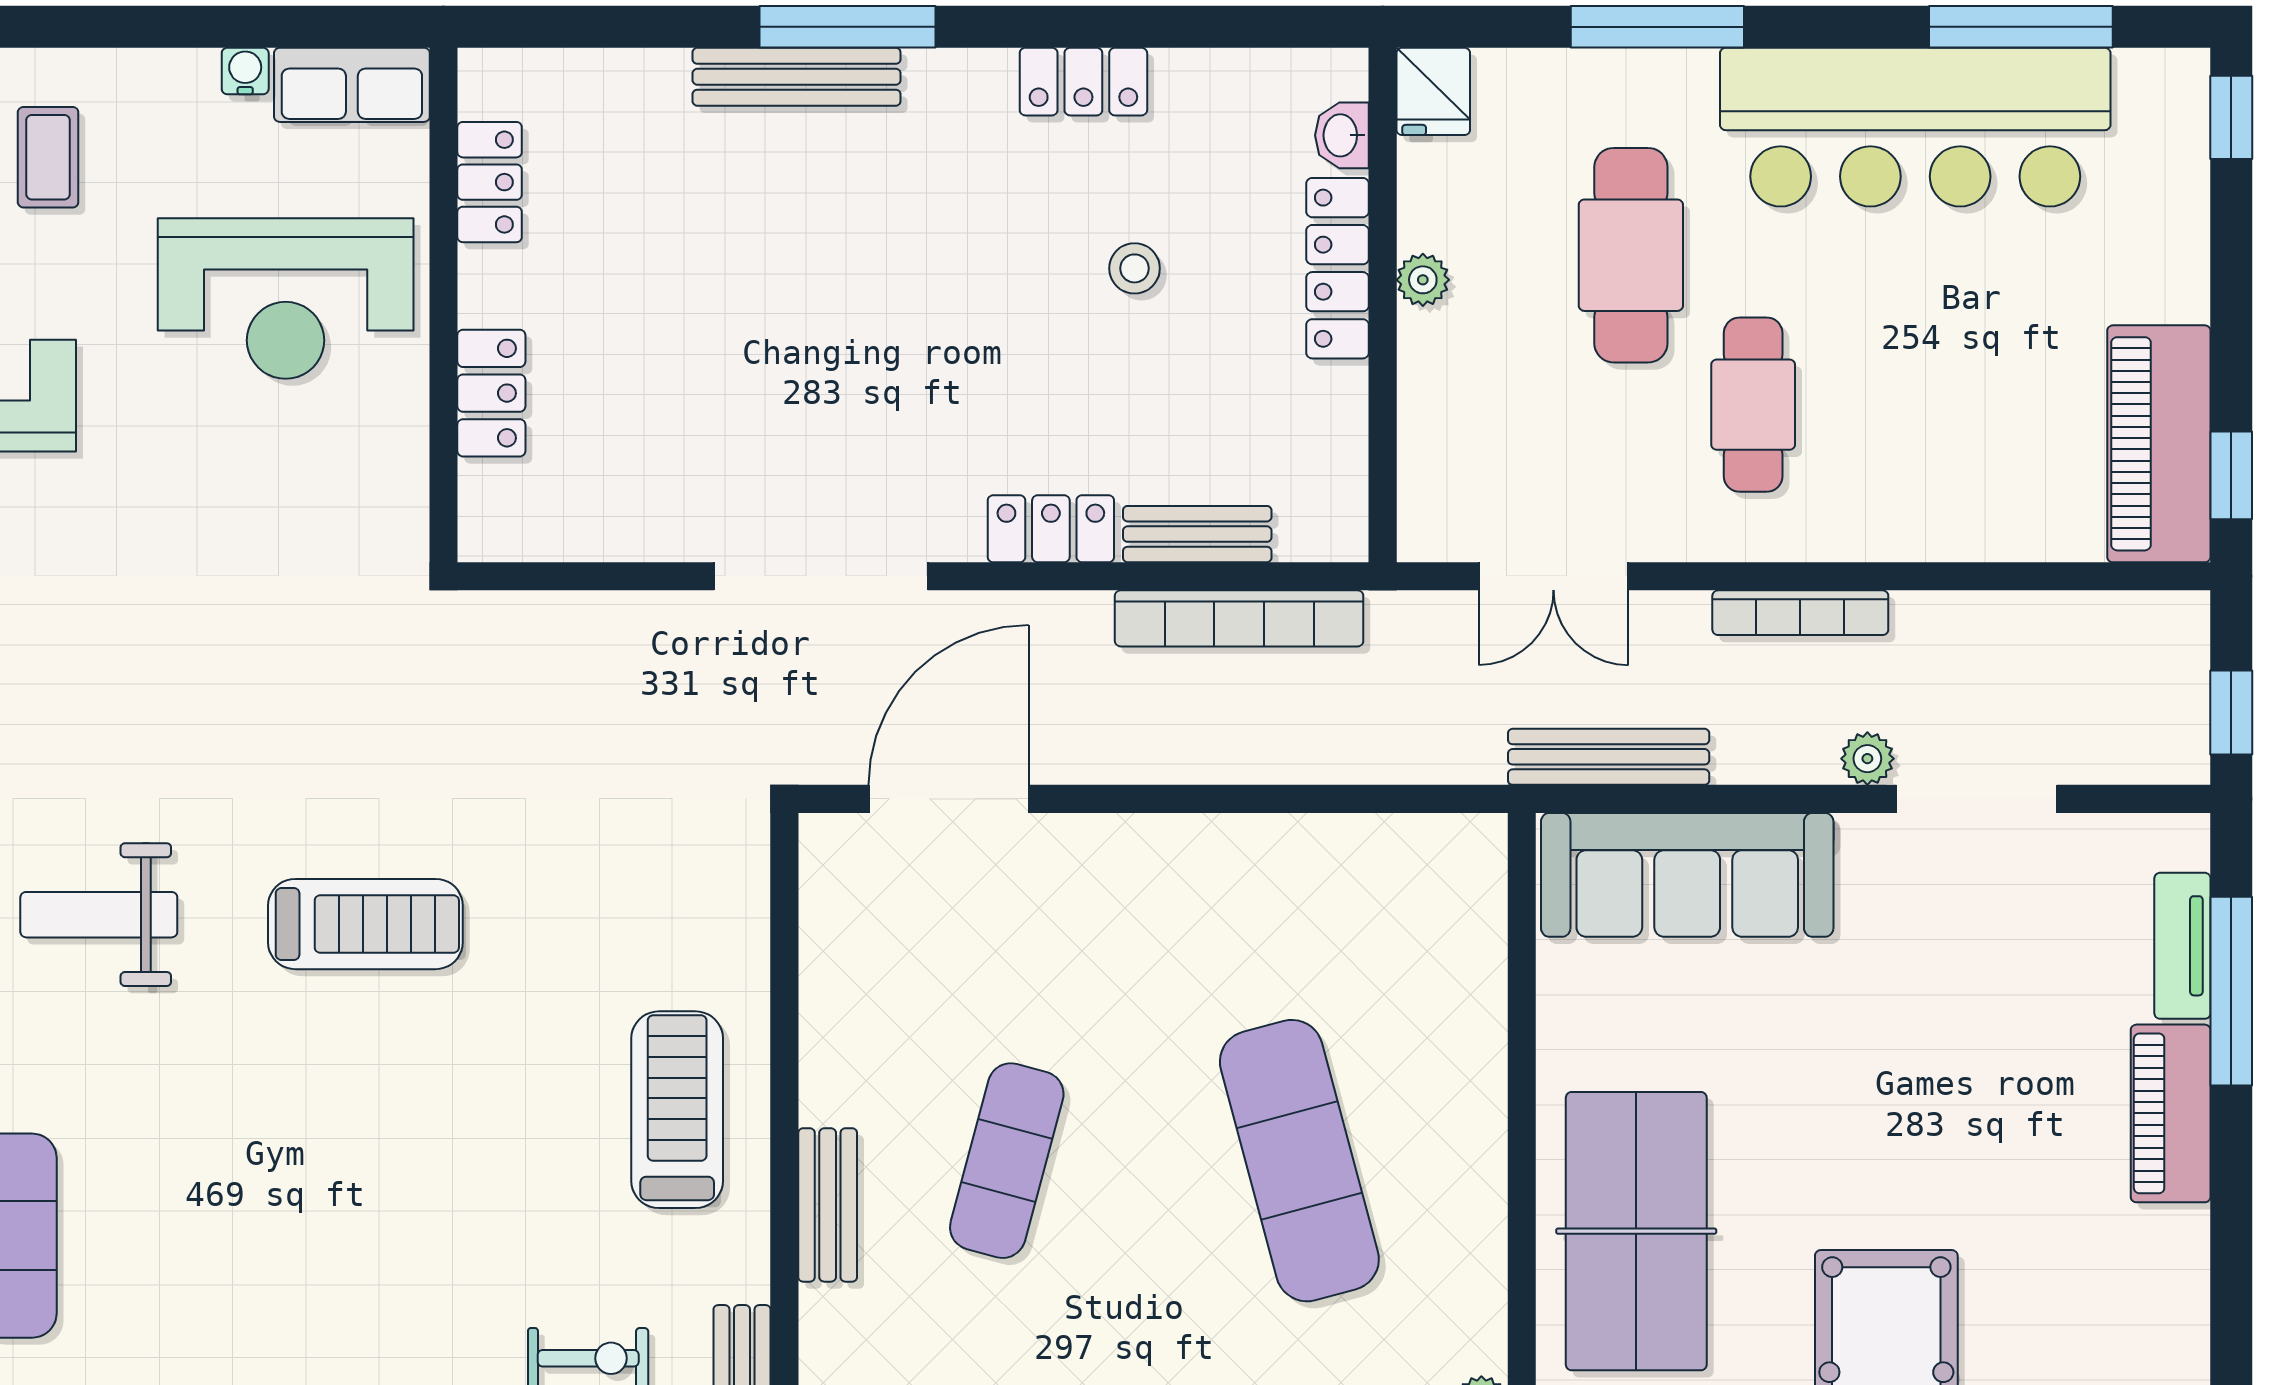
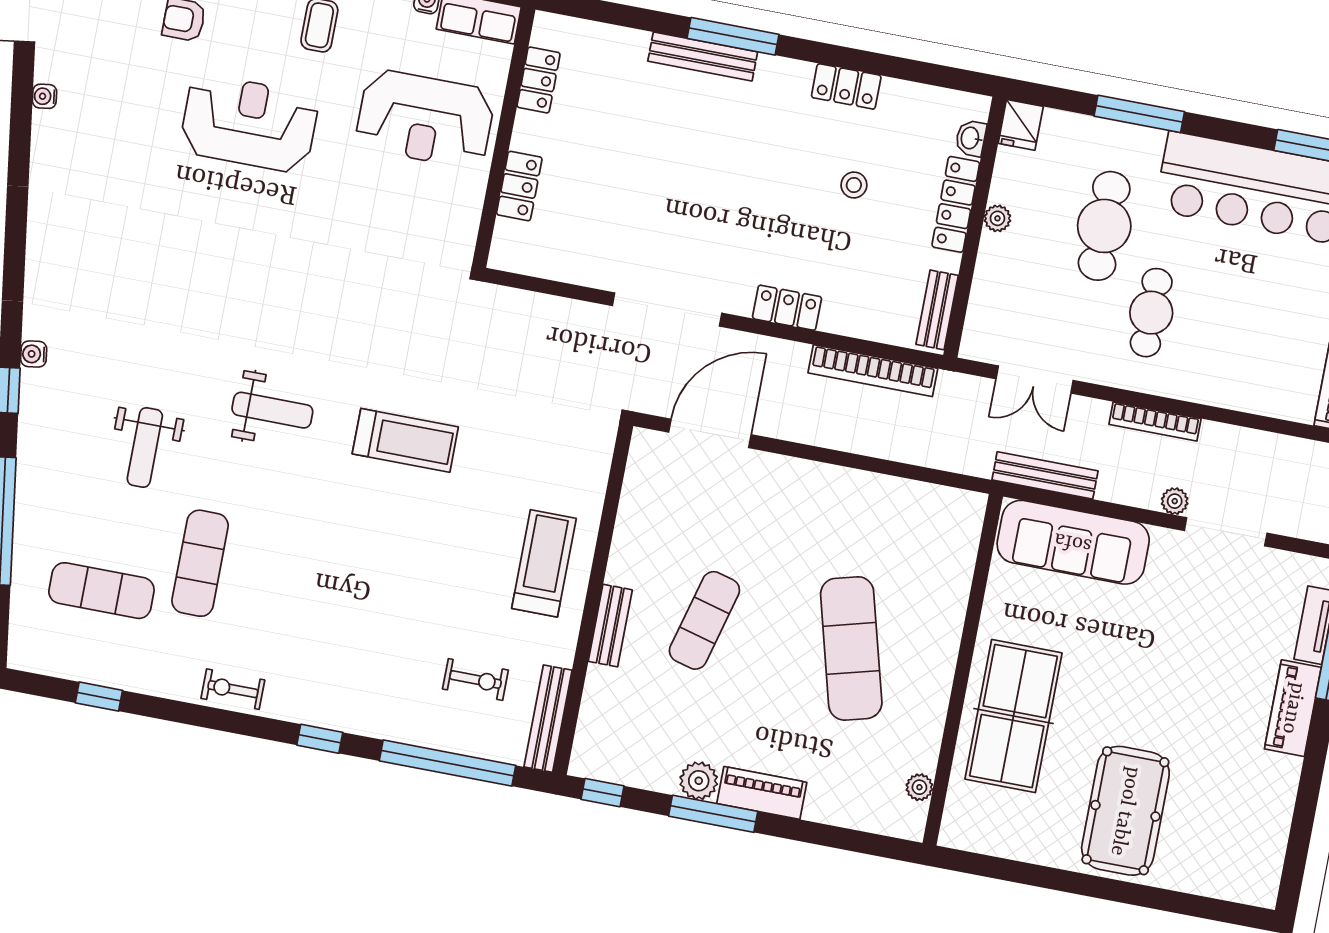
bench: (1197, 534) -> (937, 310), moved, turned 90
weight bench: (99, 915) -> (272, 410), turned 180

